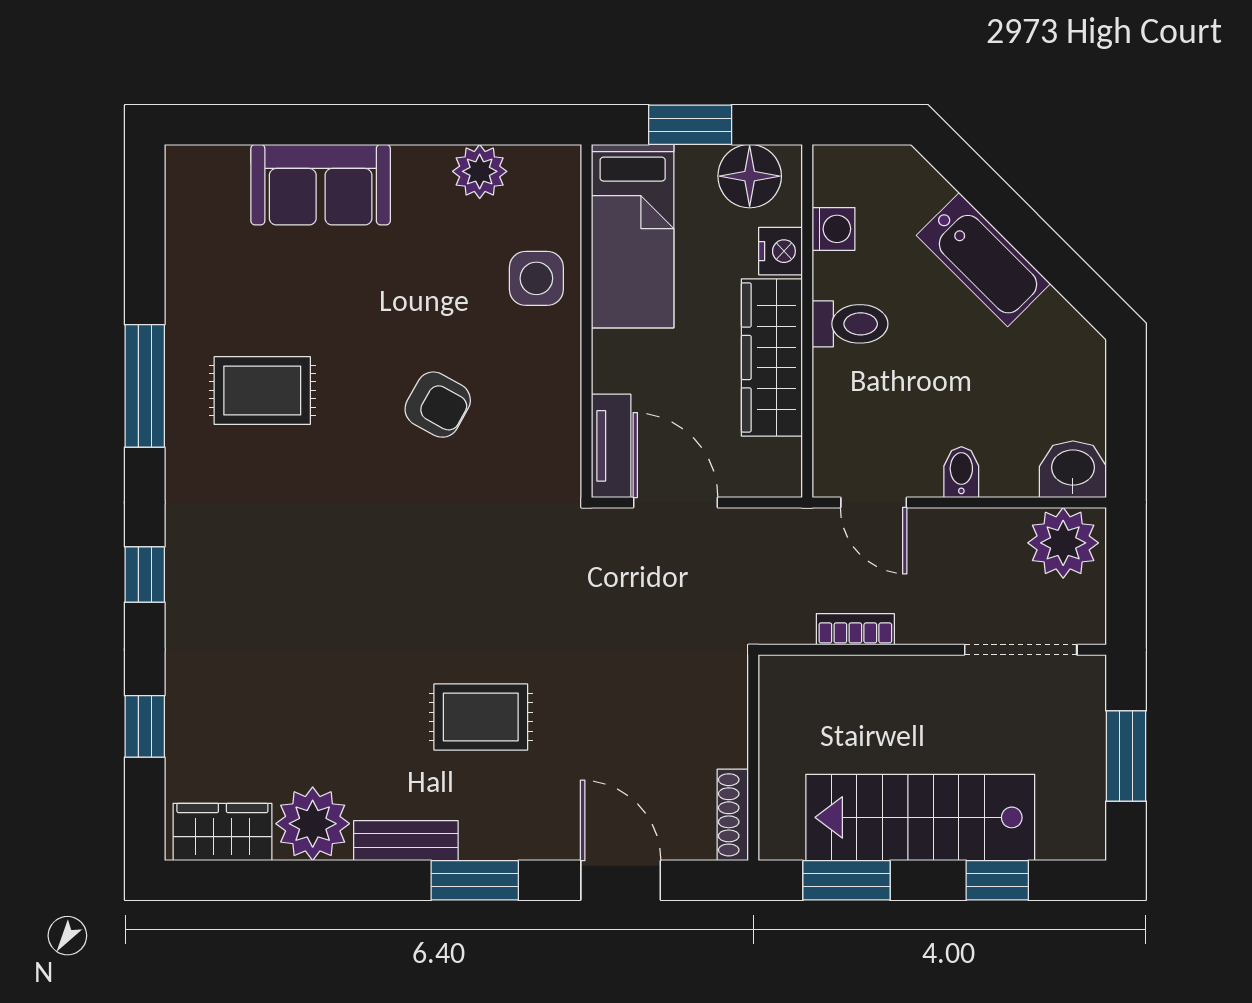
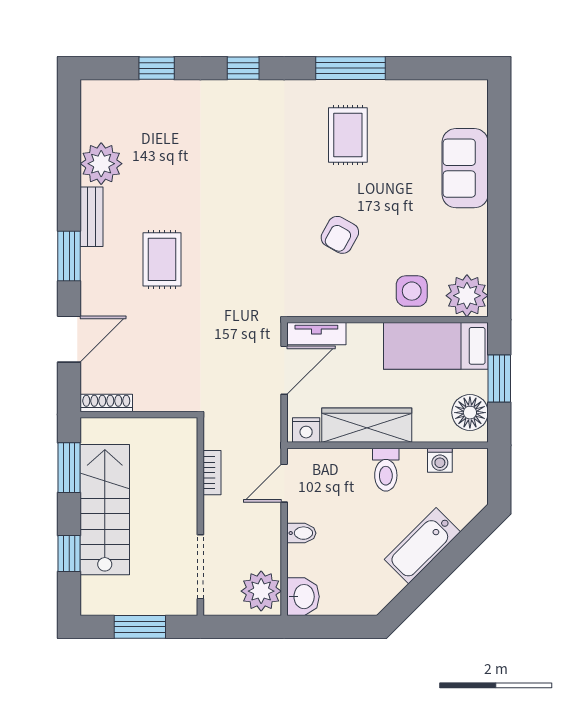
plant: (480, 171) -> (467, 296), moved, width x1.36, depth x1.36
nightstand: (780, 251) -> (306, 430), moved
wardrobe: (222, 832) -> (96, 112), removed

